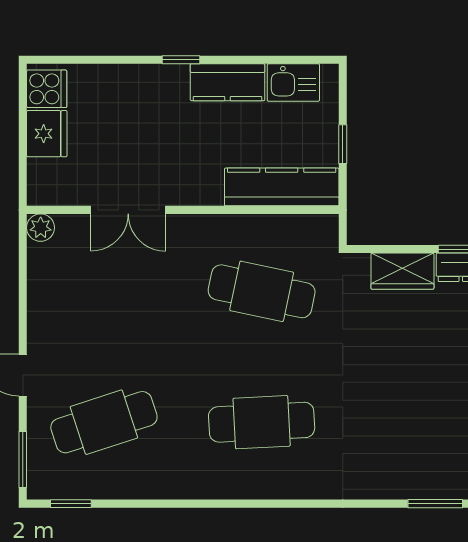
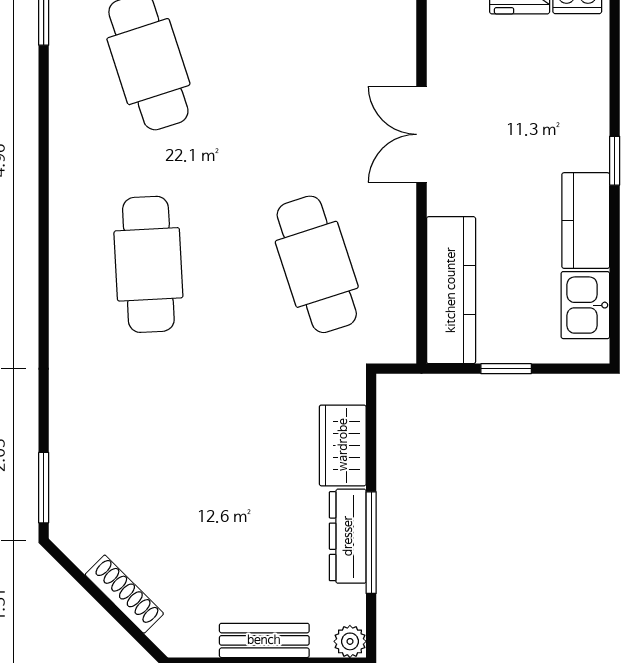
double door: (128, 210) -> (422, 134), moved
cafe table: (262, 291) -> (317, 264), turned -30

